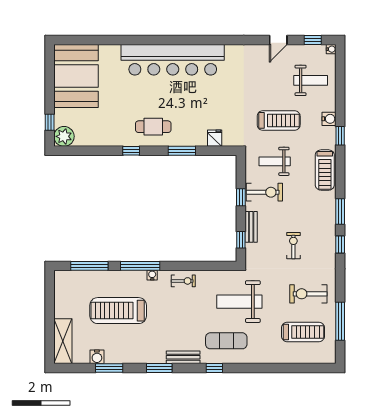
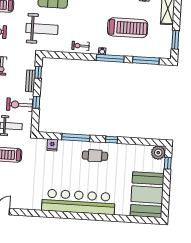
window: (182, 151) -> (76, 137), width x1.44
window: (50, 298) -> (175, 40), added

